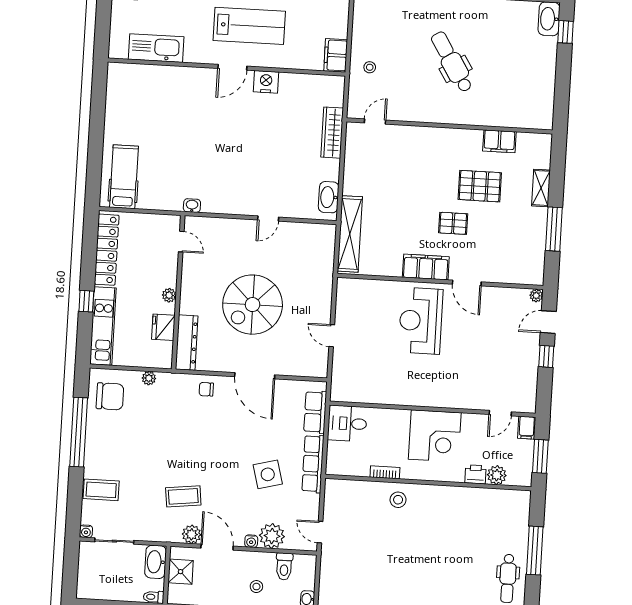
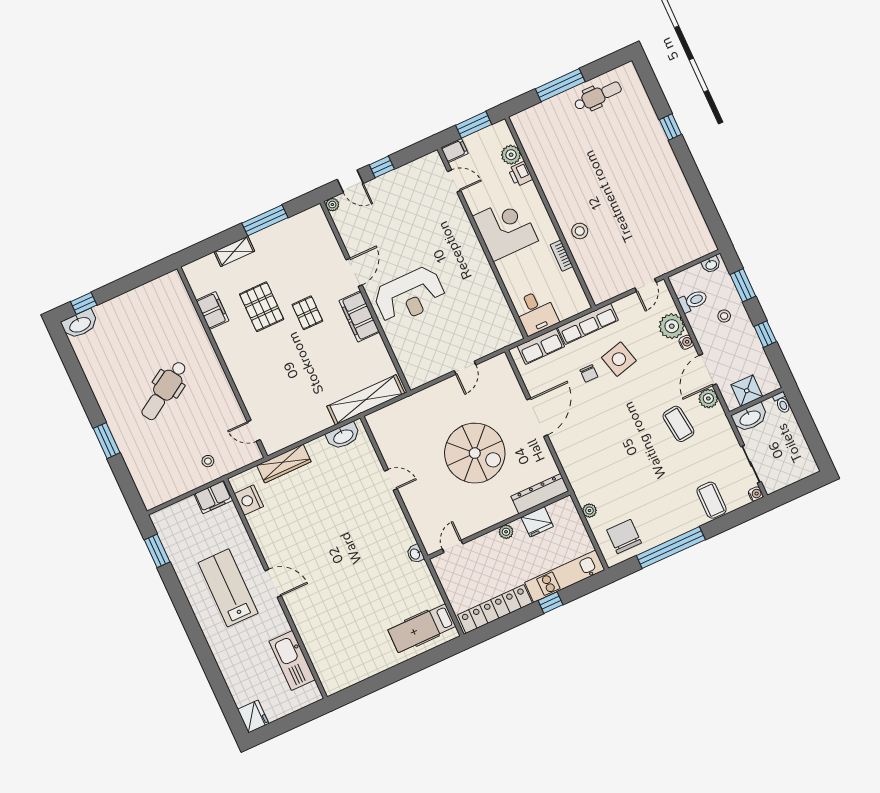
nightstand: (266, 82) -> (249, 500), moved
chair: (206, 389) -> (589, 373), moved

